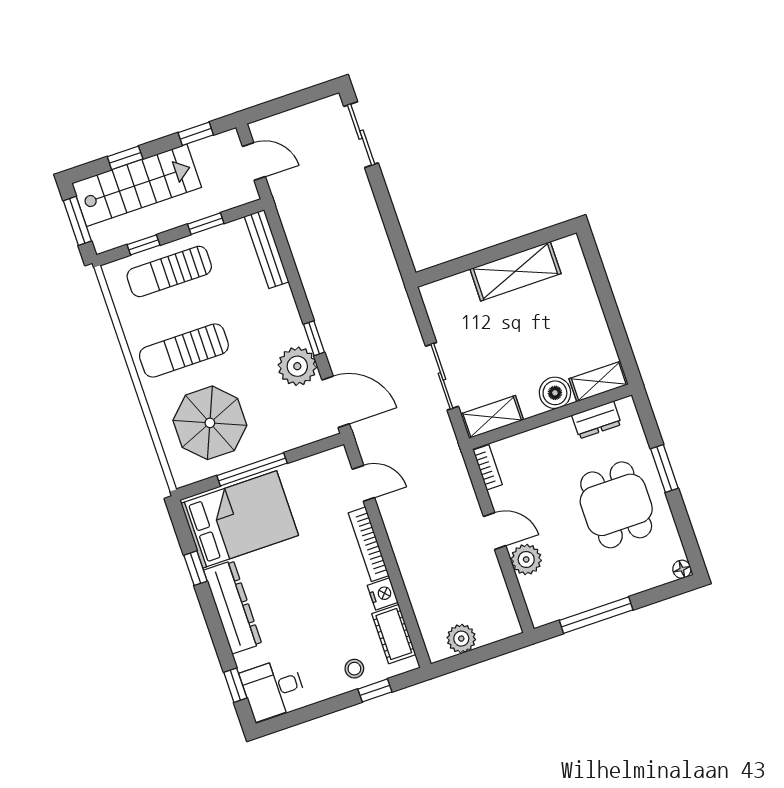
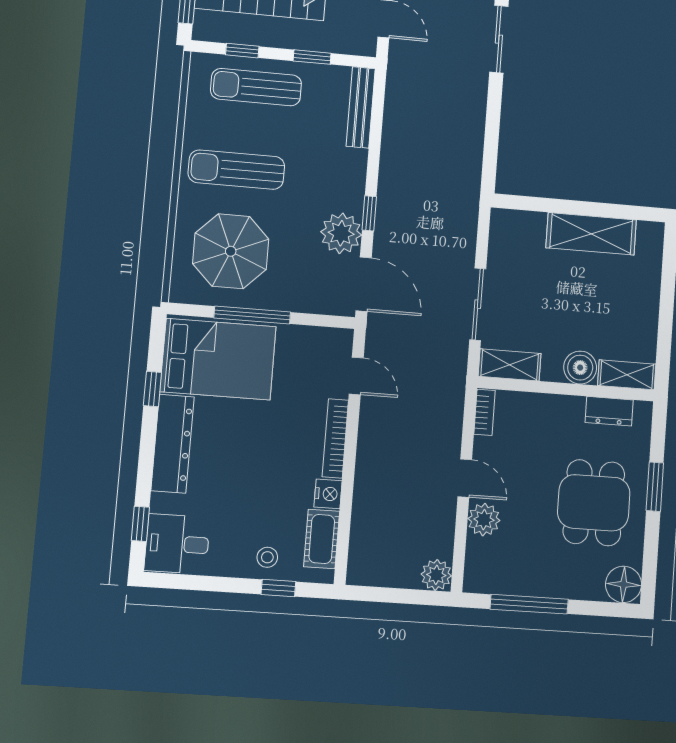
floor lamp: (682, 569) -> (623, 584), width x1.89, depth x1.89
plant: (461, 639) -> (436, 575), moved

